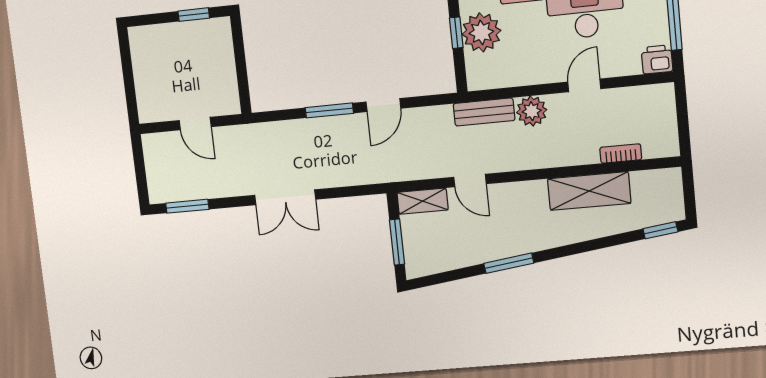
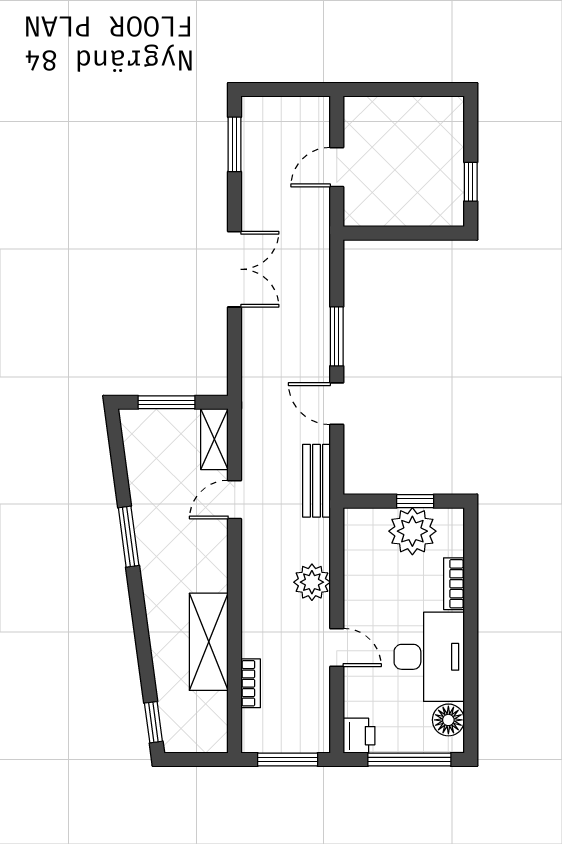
bench: (484, 112) -> (316, 481), moved
window: (682, 117) -> (288, 760), added
double door: (285, 197) -> (235, 269), swing flipped

